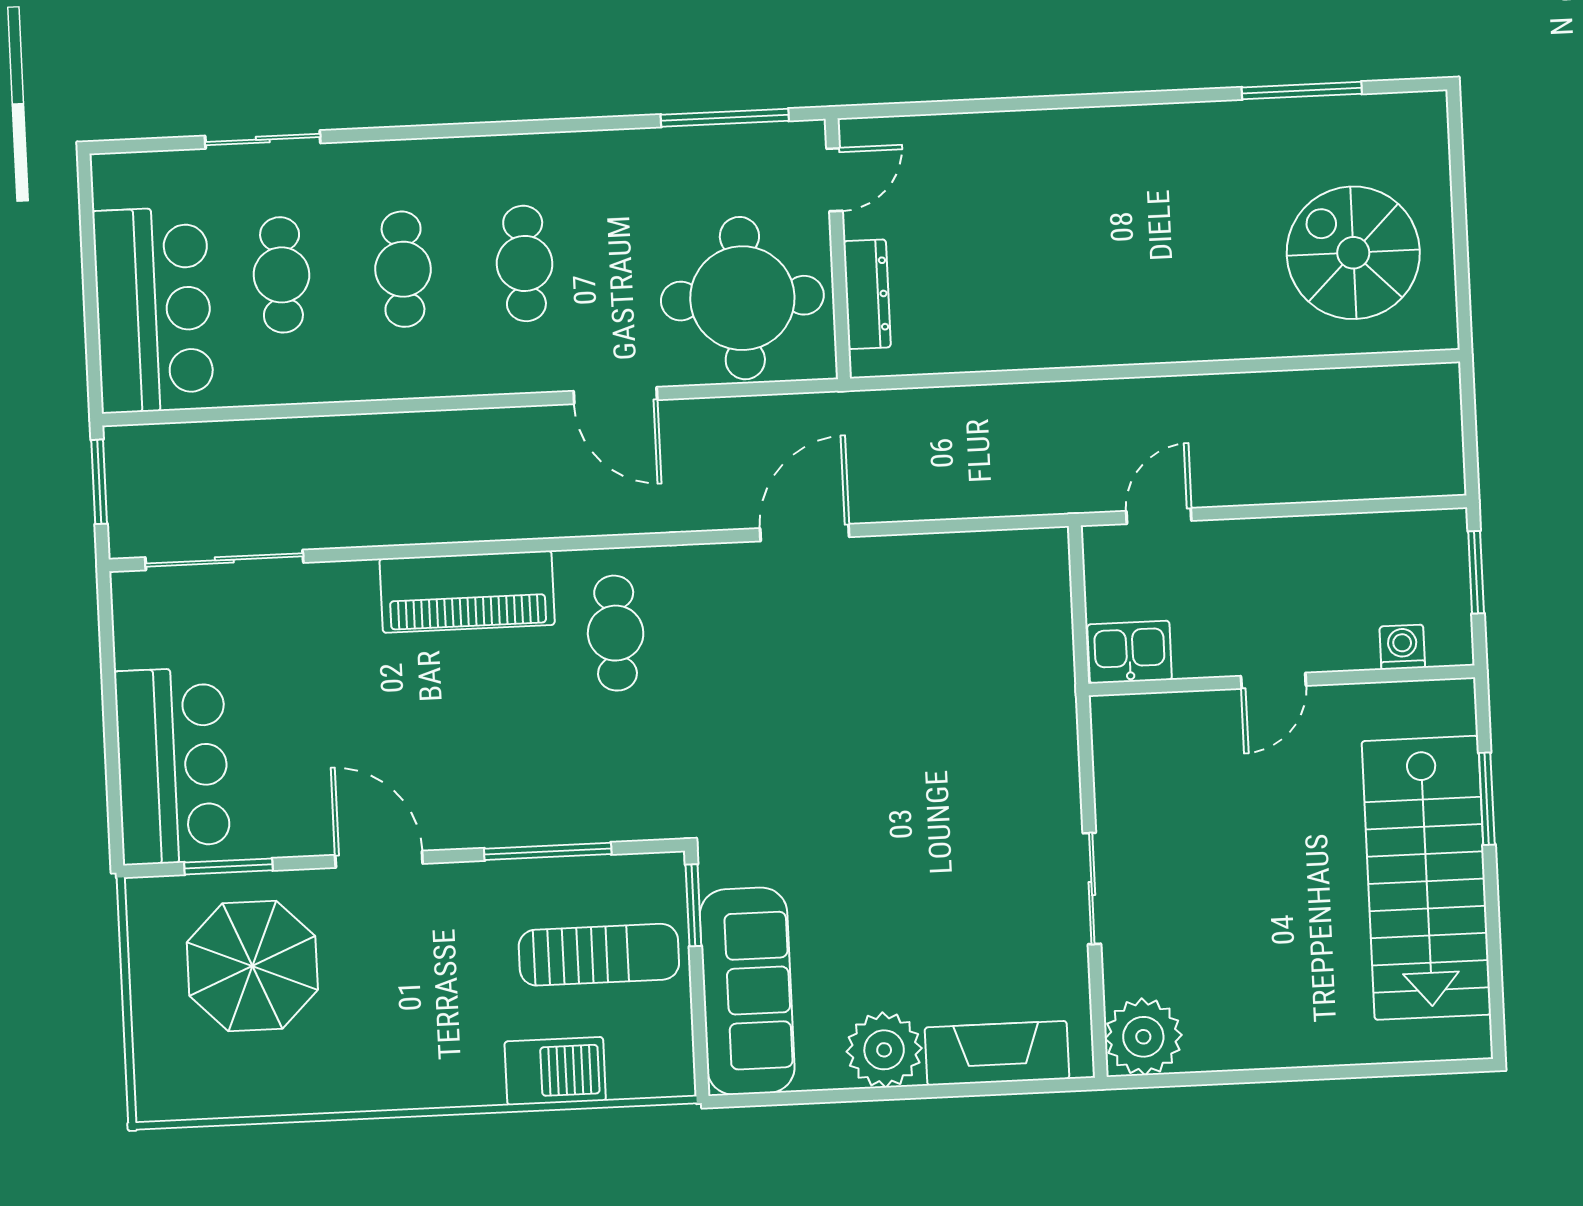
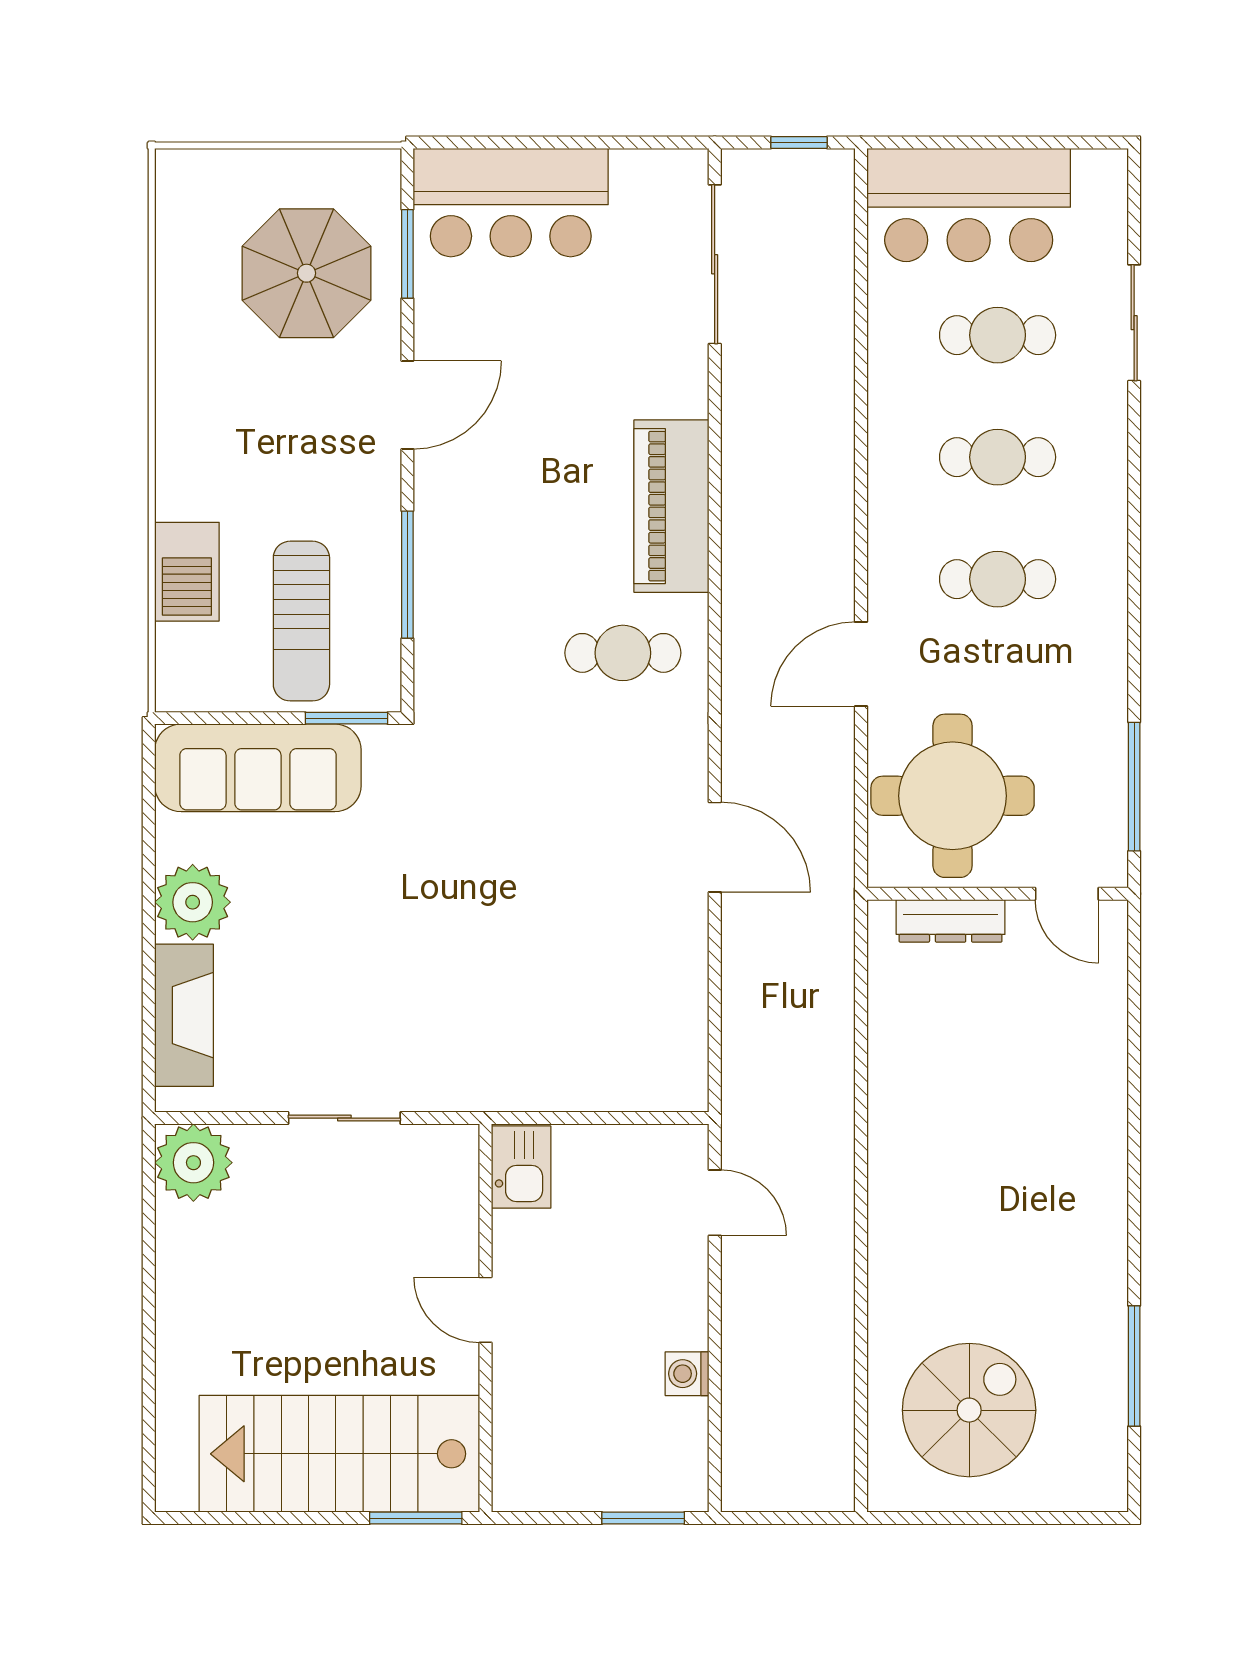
window: (99, 482) -> (799, 143), width x0.67
washing machine: (1402, 647) -> (687, 1374), moved, turned 180
kitchen sink: (1130, 652) -> (521, 1167), moved
wall: (1282, 680) -> (485, 1318), moved
door: (1273, 681) -> (485, 1310), moved

